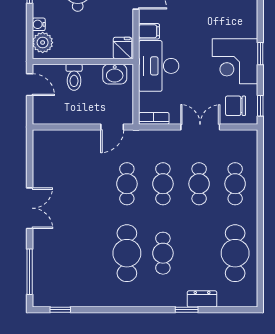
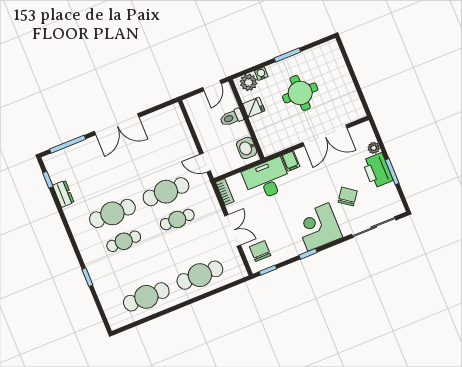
fridge: (122, 48) -> (254, 107), moved
corner desk: (235, 61) -> (318, 227), moved
cafe table: (127, 184) -> (166, 192), width x1.37, depth x1.35
cafe table: (199, 184) -> (189, 247), removed
cafe table: (235, 184) -> (200, 275), width x1.37, depth x1.35
double door: (30, 208) -> (117, 124), width x1.37
dresser: (202, 299) -> (63, 194), moved

